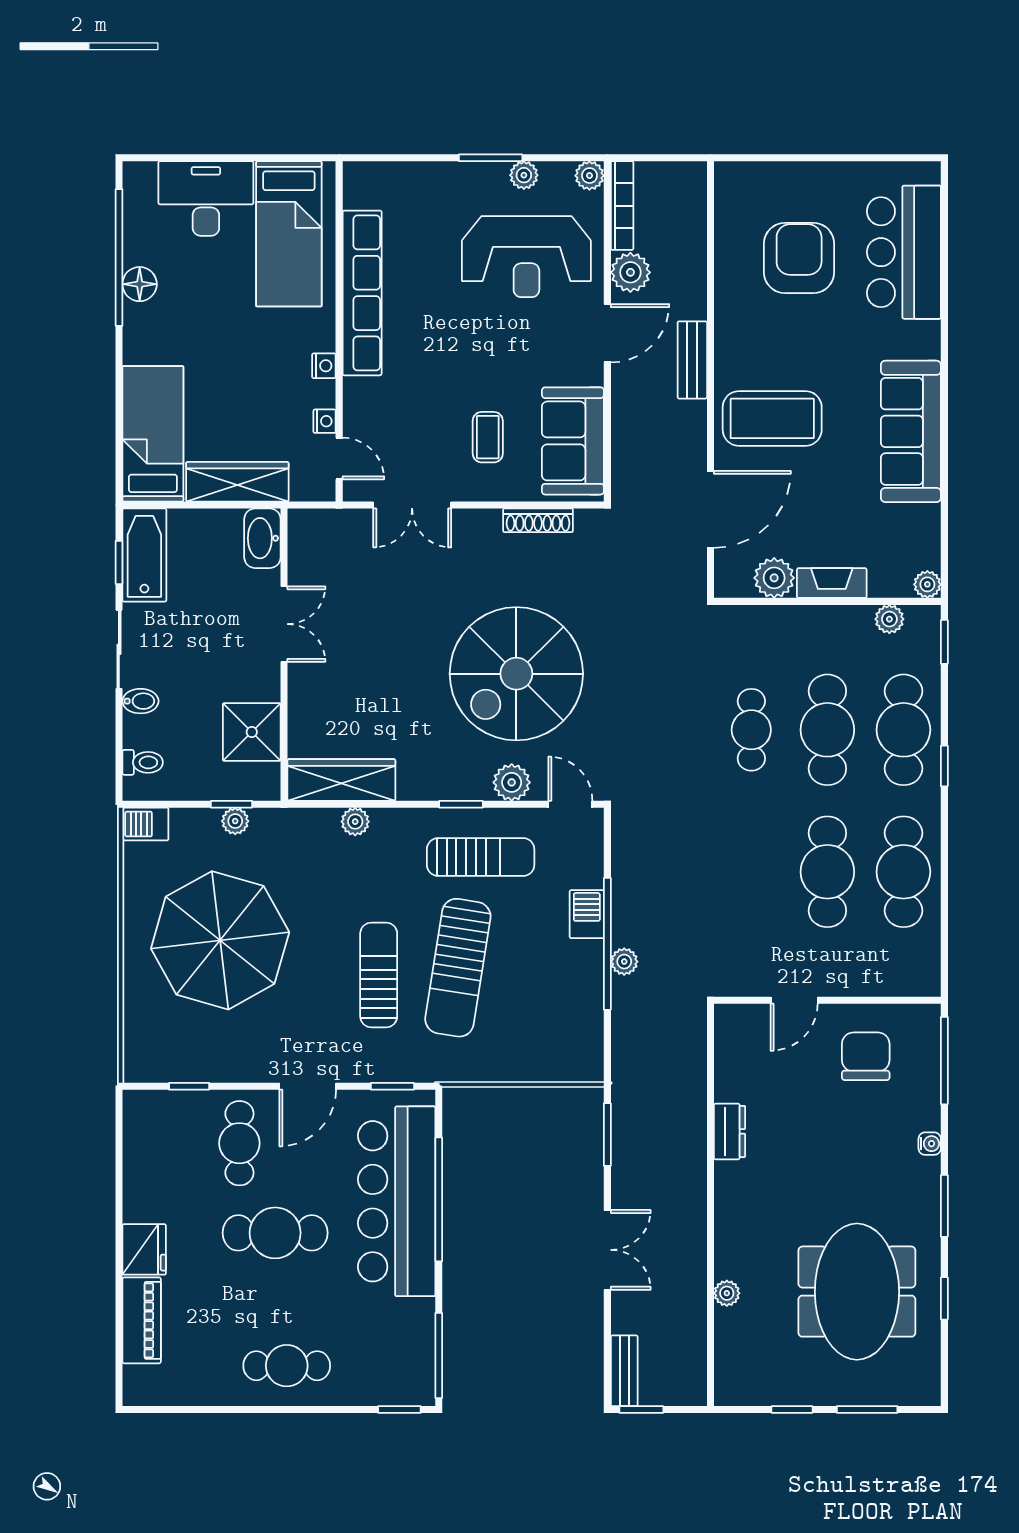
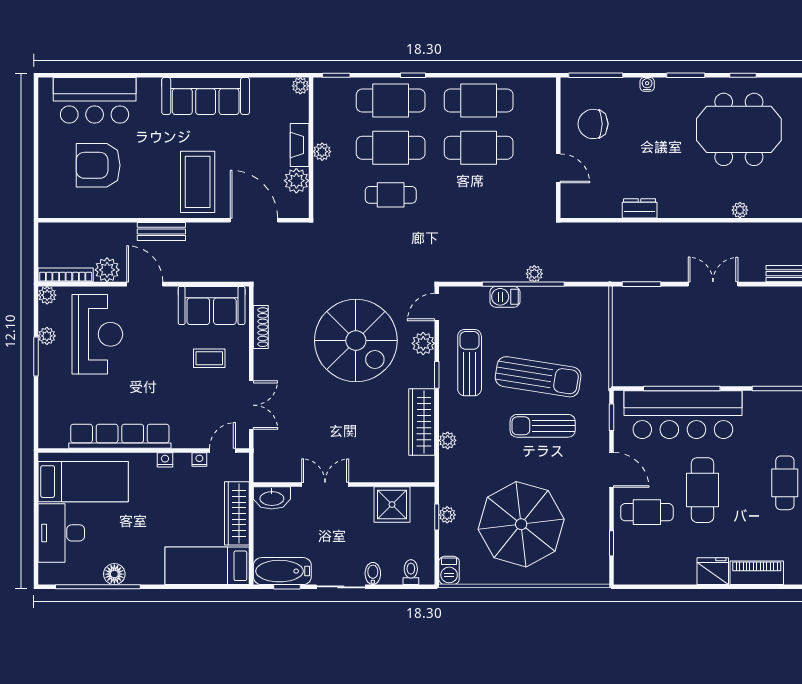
plant: (889, 619) -> (322, 152), moved
wardrobe: (341, 780) -> (422, 422), moved

